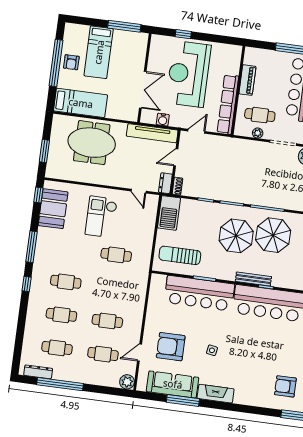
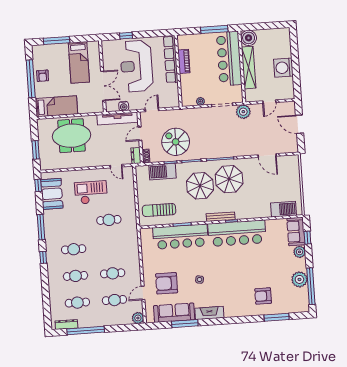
window: (124, 26) -> (56, 41), moved
bed: (99, 52) -> (79, 62), moved
row of seats: (228, 104) -> (171, 59), moved
cafe table: (260, 115) -> (199, 87), removed
spiral stairs: (217, 176) -> (176, 142), added
barbecue: (169, 213) -> (162, 172), moved, turned 90
checkout: (101, 217) -> (91, 192), turned 90

